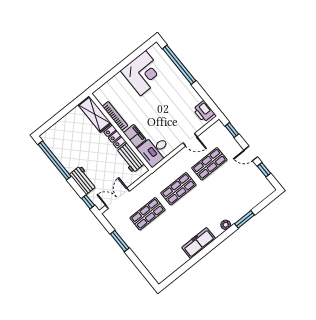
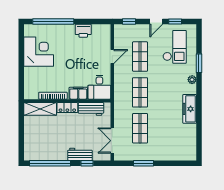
printer: (204, 111) -> (83, 31), moved
checkout: (242, 187) -> (175, 47), added
window: (88, 202) -> (87, 163), moved

